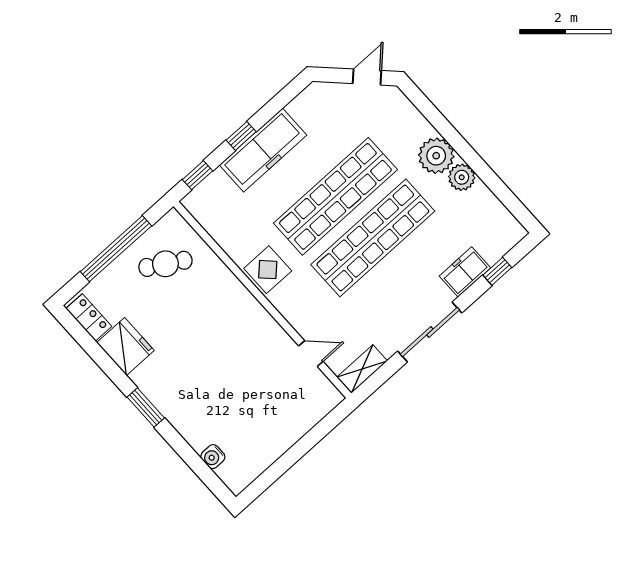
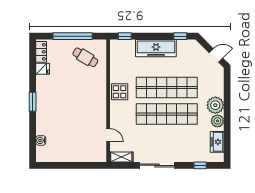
window: (241, 136) -> (180, 36), moved
freezer: (465, 272) -> (217, 142), moved, turned -90
fridge: (125, 347) -> (43, 69), width x0.53, depth x0.75

